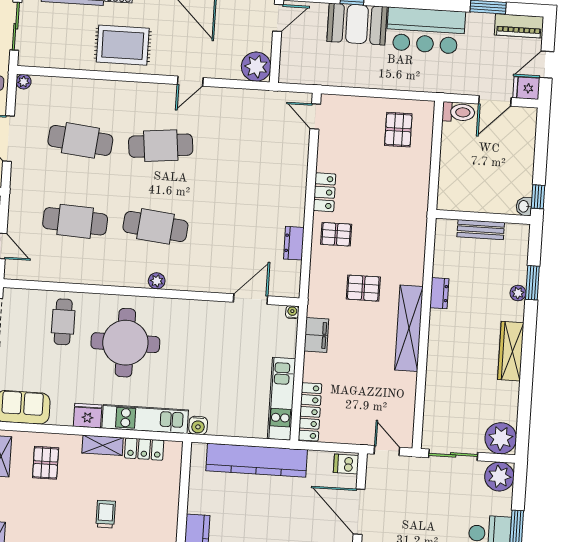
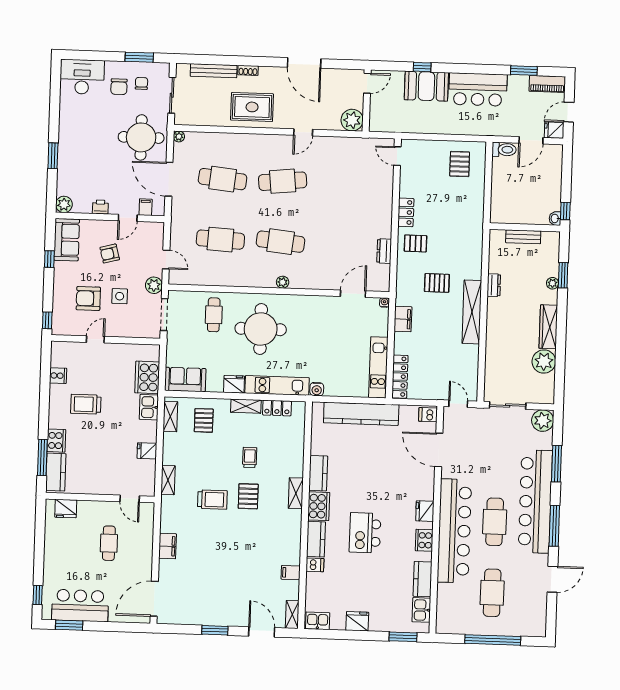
plant: (501, 438) -> (544, 362), moved

